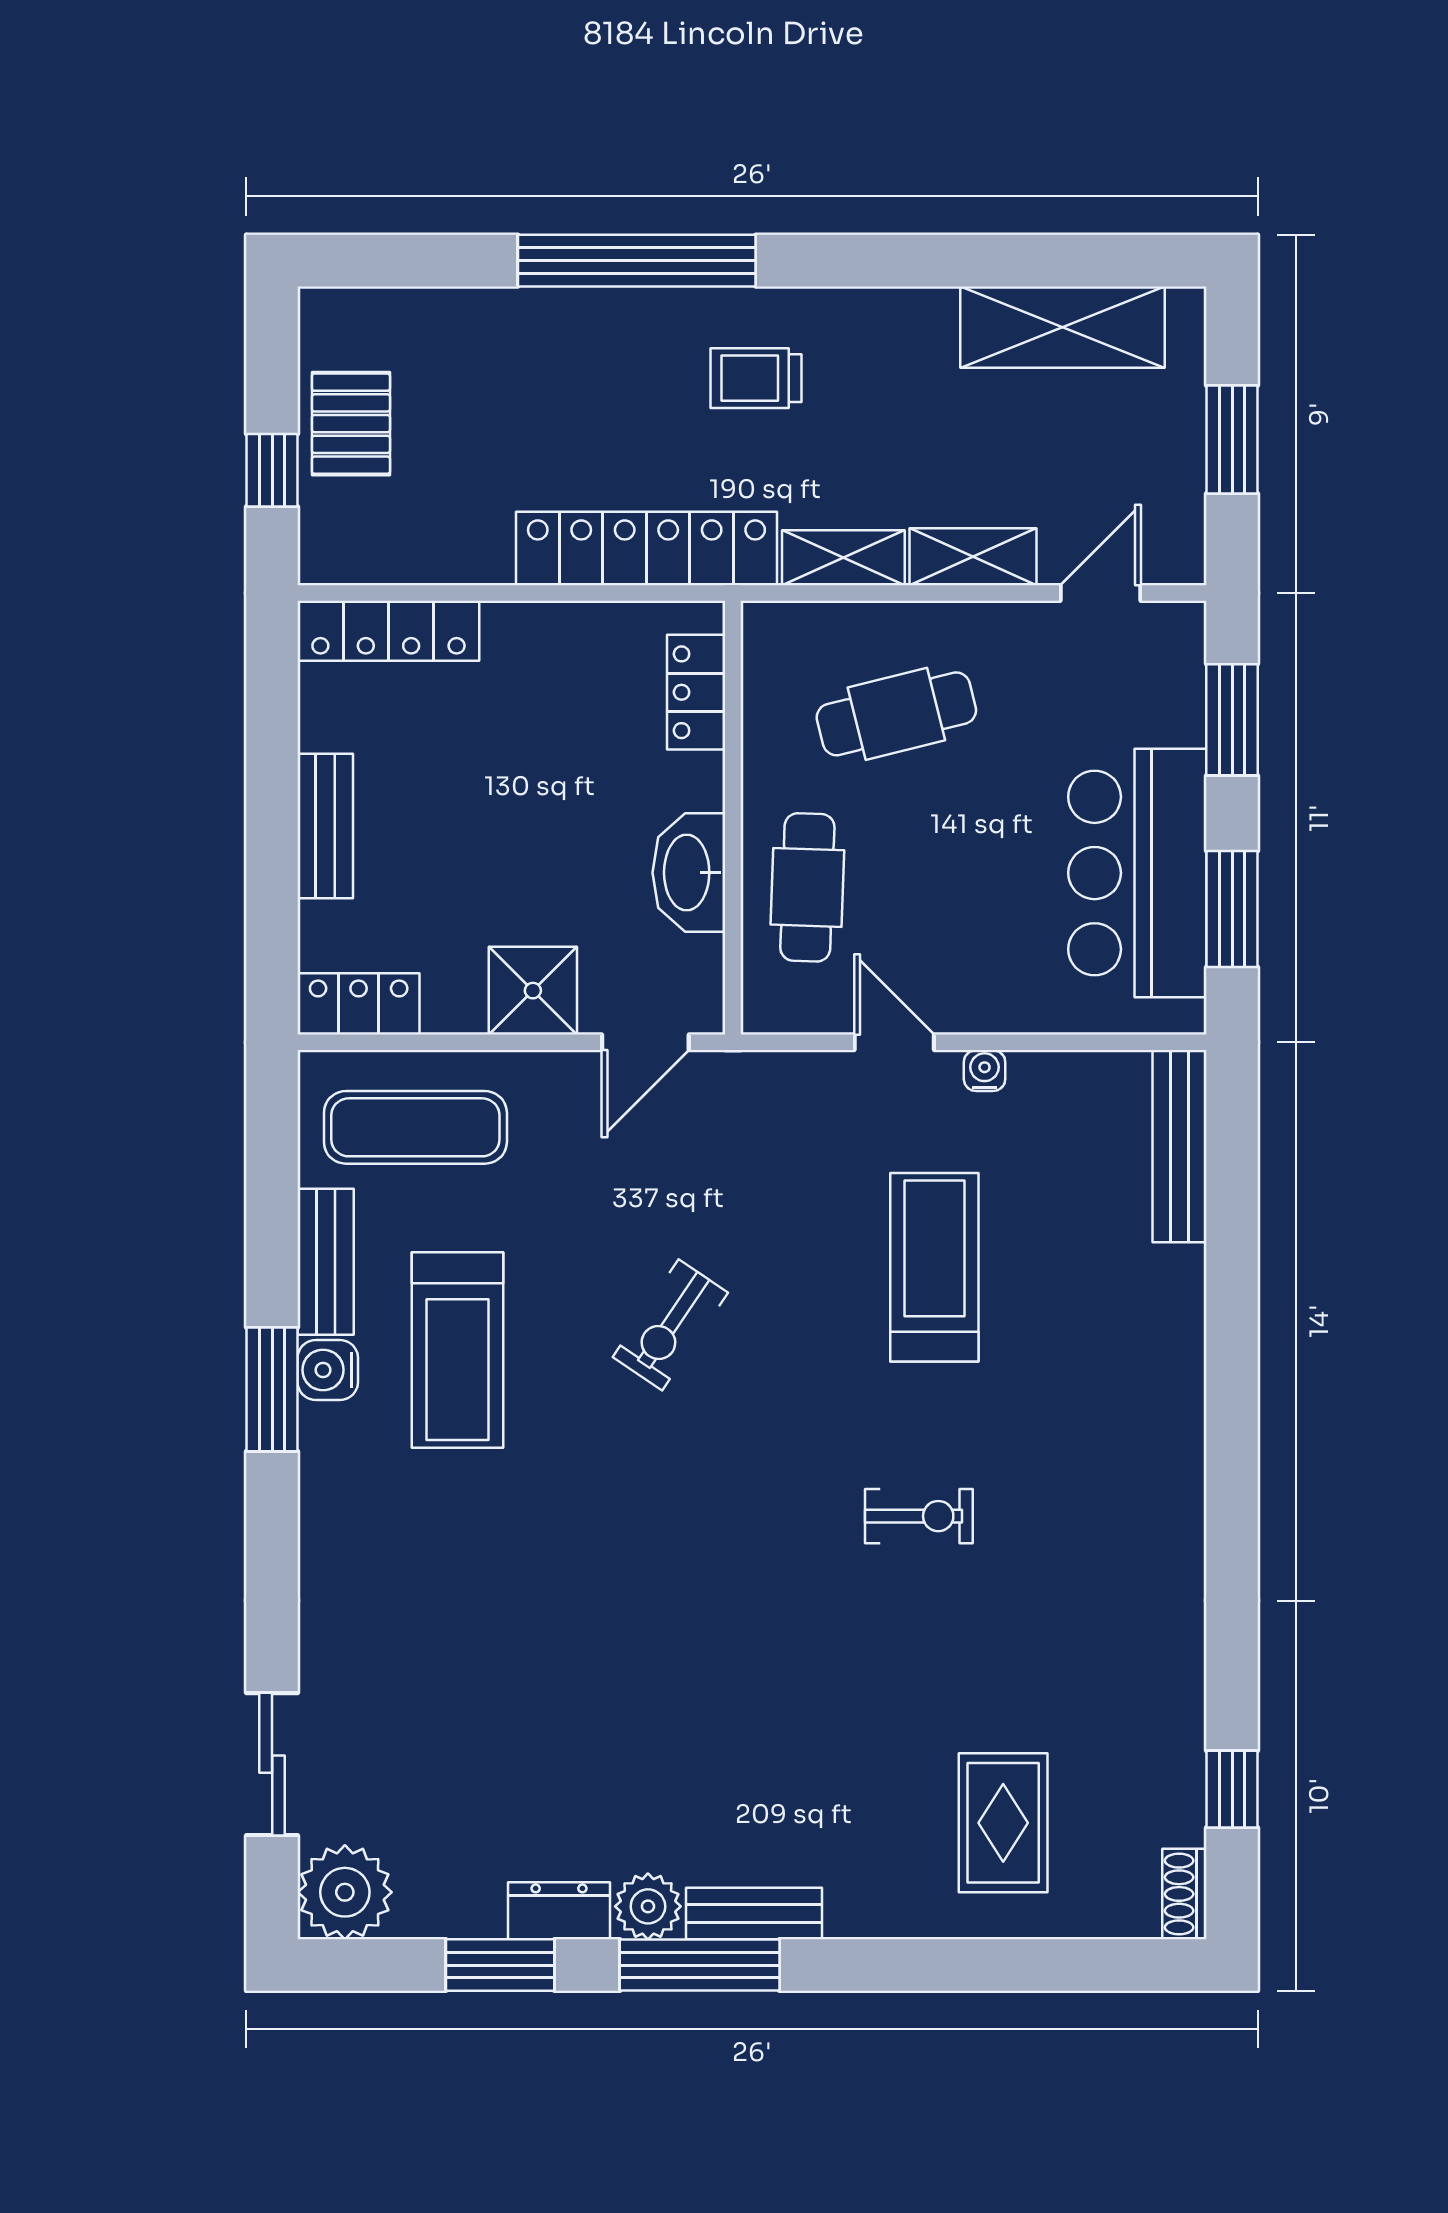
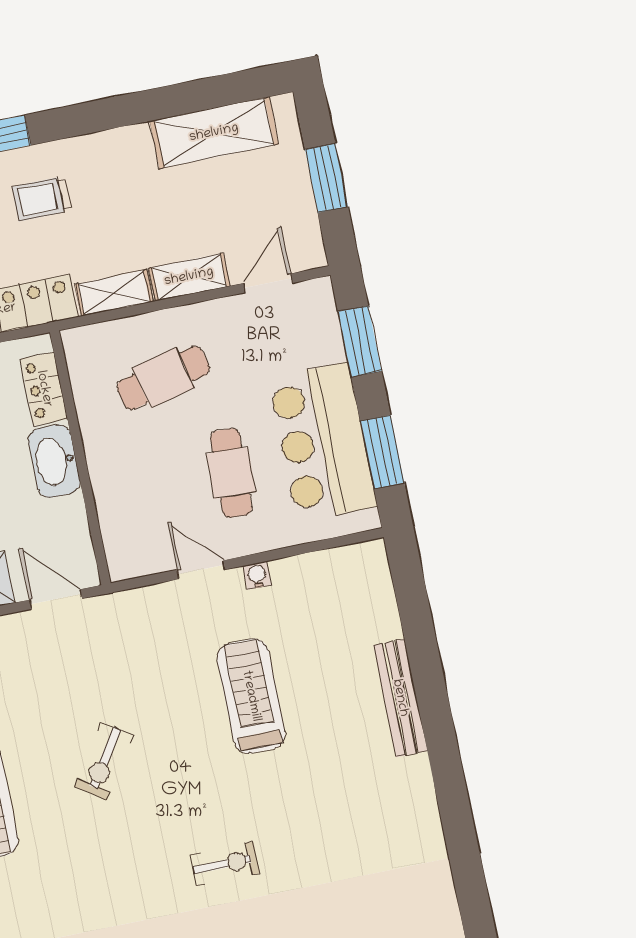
washbasin: (689, 873) -> (54, 461), moved
cafe table: (807, 887) -> (231, 473), moved
door: (645, 1042) -> (56, 599), swing flipped
bench: (1179, 1146) -> (400, 698), moved
exercise bike: (919, 1516) -> (225, 864), moved

